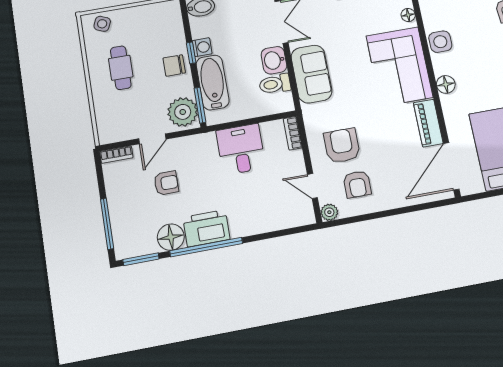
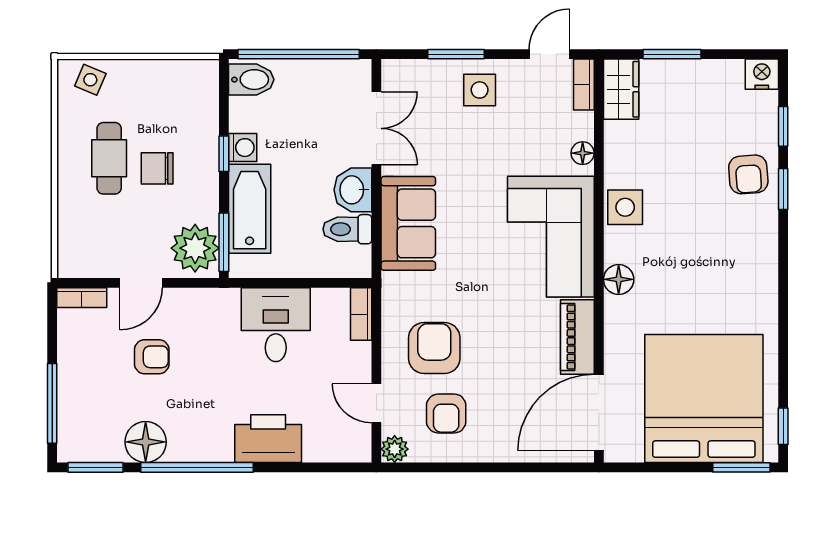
chair: (174, 65) -> (157, 168), moved
printer: (206, 228) -> (268, 439), moved

